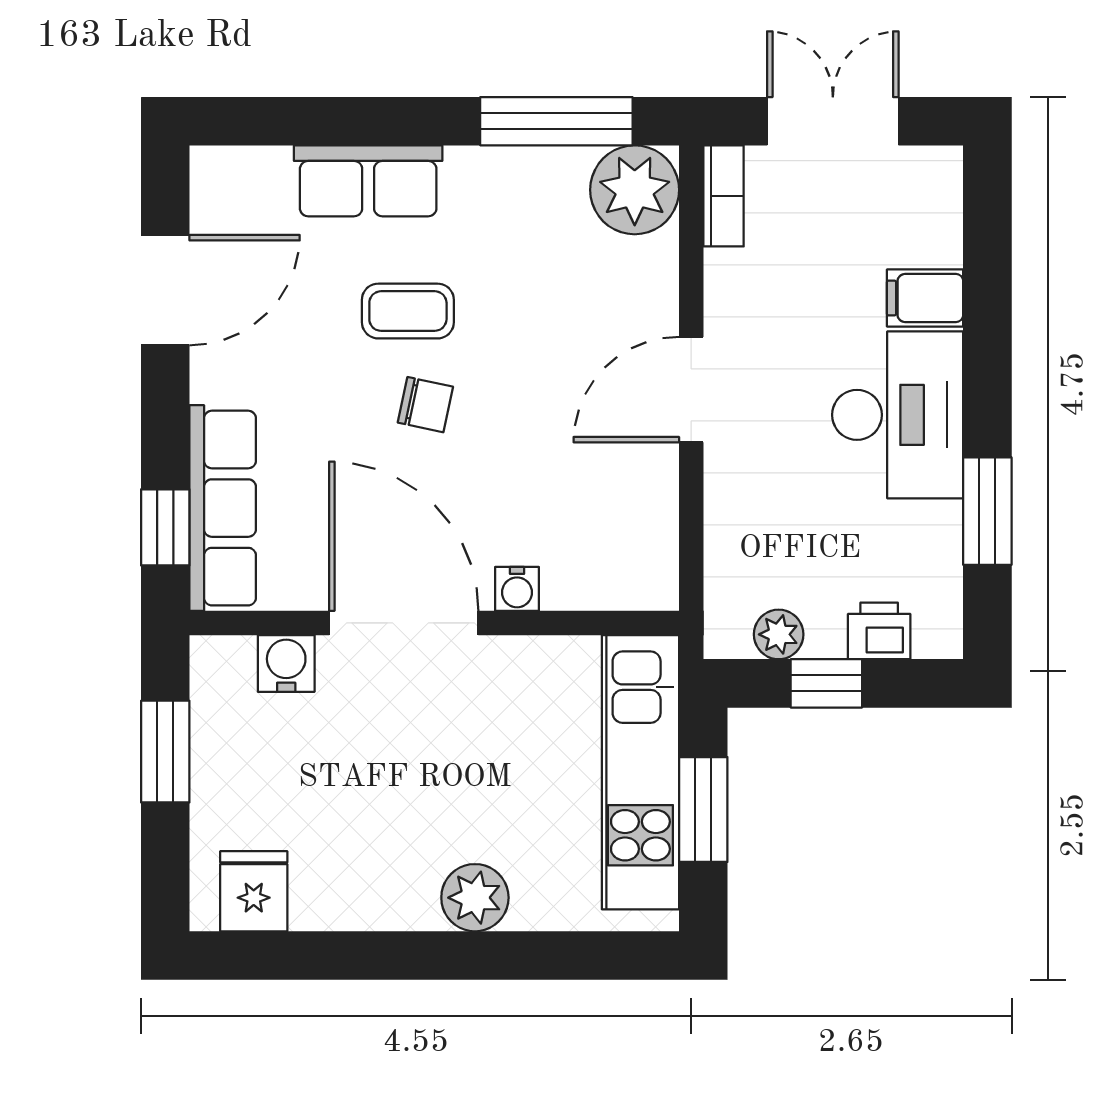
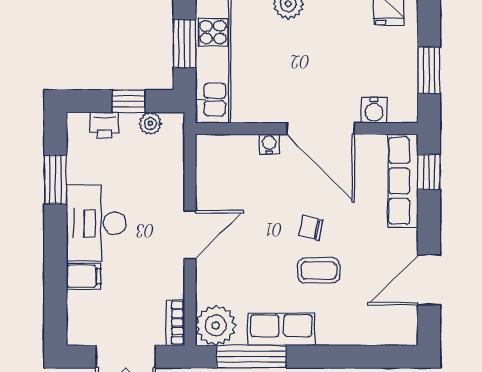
row of seats: (368, 181) -> (281, 329), moved

